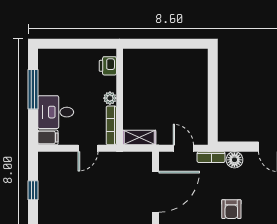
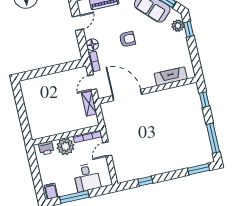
plant: (110, 98) -> (66, 147), width x1.87, depth x1.87
filing cabinet: (48, 137) -> (51, 191), moved
shelving: (139, 138) -> (89, 104), moved
door: (88, 148) -> (107, 149), swing flipped

